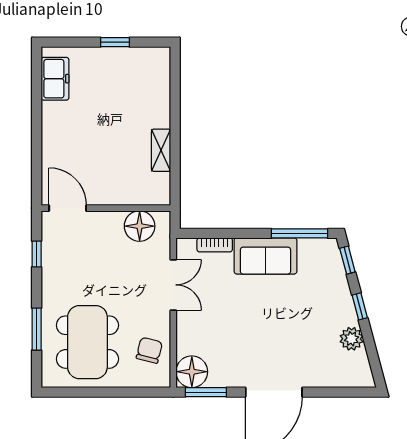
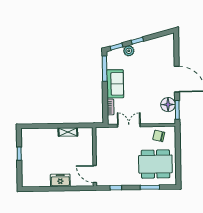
freezer: (55, 79) -> (60, 180), moved
door: (68, 208) -> (95, 174), hinge flipped
floor lamp: (140, 226) -> (102, 141), removed
plant: (351, 339) -> (129, 51), moved
floor lamp: (192, 372) -> (168, 105), moved

